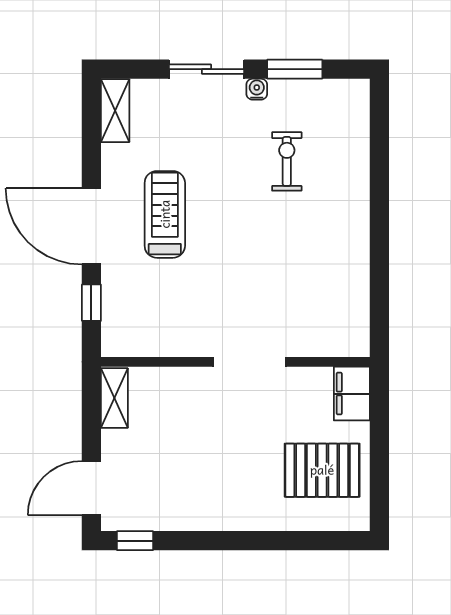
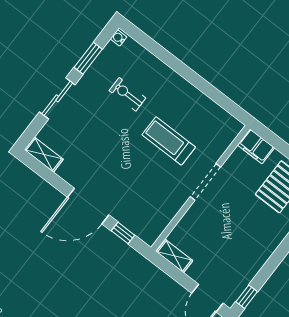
water cooler: (257, 89) -> (119, 38), moved
treadmill: (165, 214) -> (169, 141), moved

